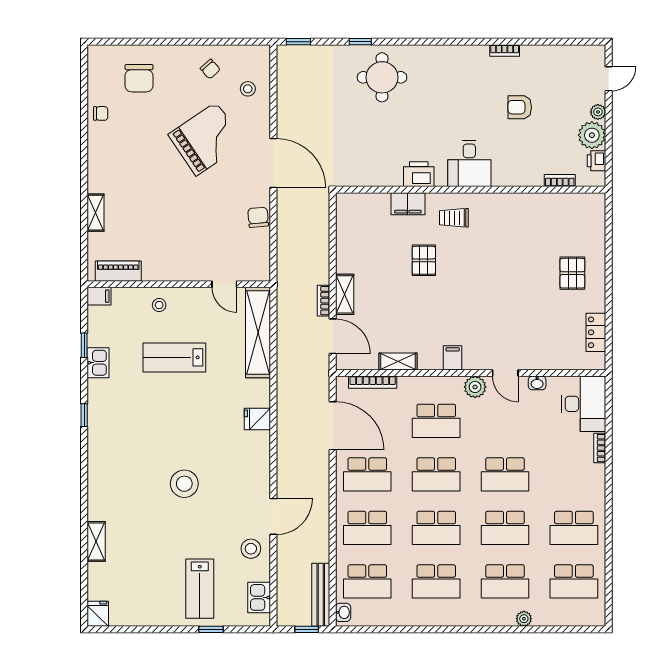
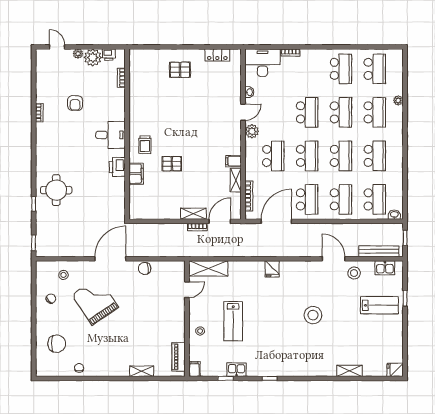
shelving: (258, 333) -> (208, 268), width x0.68
filing cabinet: (453, 358) -> (233, 161), moved
bench: (321, 595) -> (379, 251), moved

